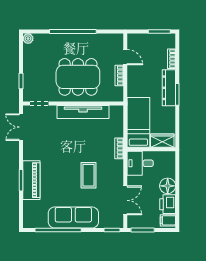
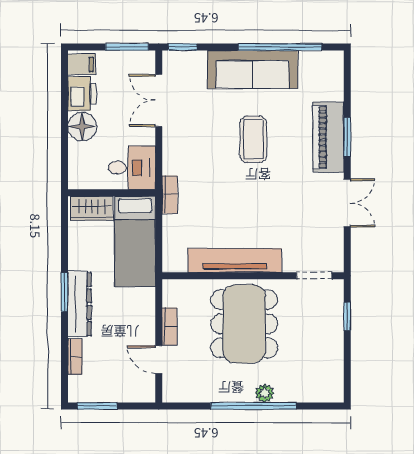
plant: (28, 39) -> (265, 393), moved
dining table: (78, 77) -> (244, 324), turned 90
double door: (21, 127) -> (347, 203), moved
coffee table: (89, 175) -> (253, 139), moved

